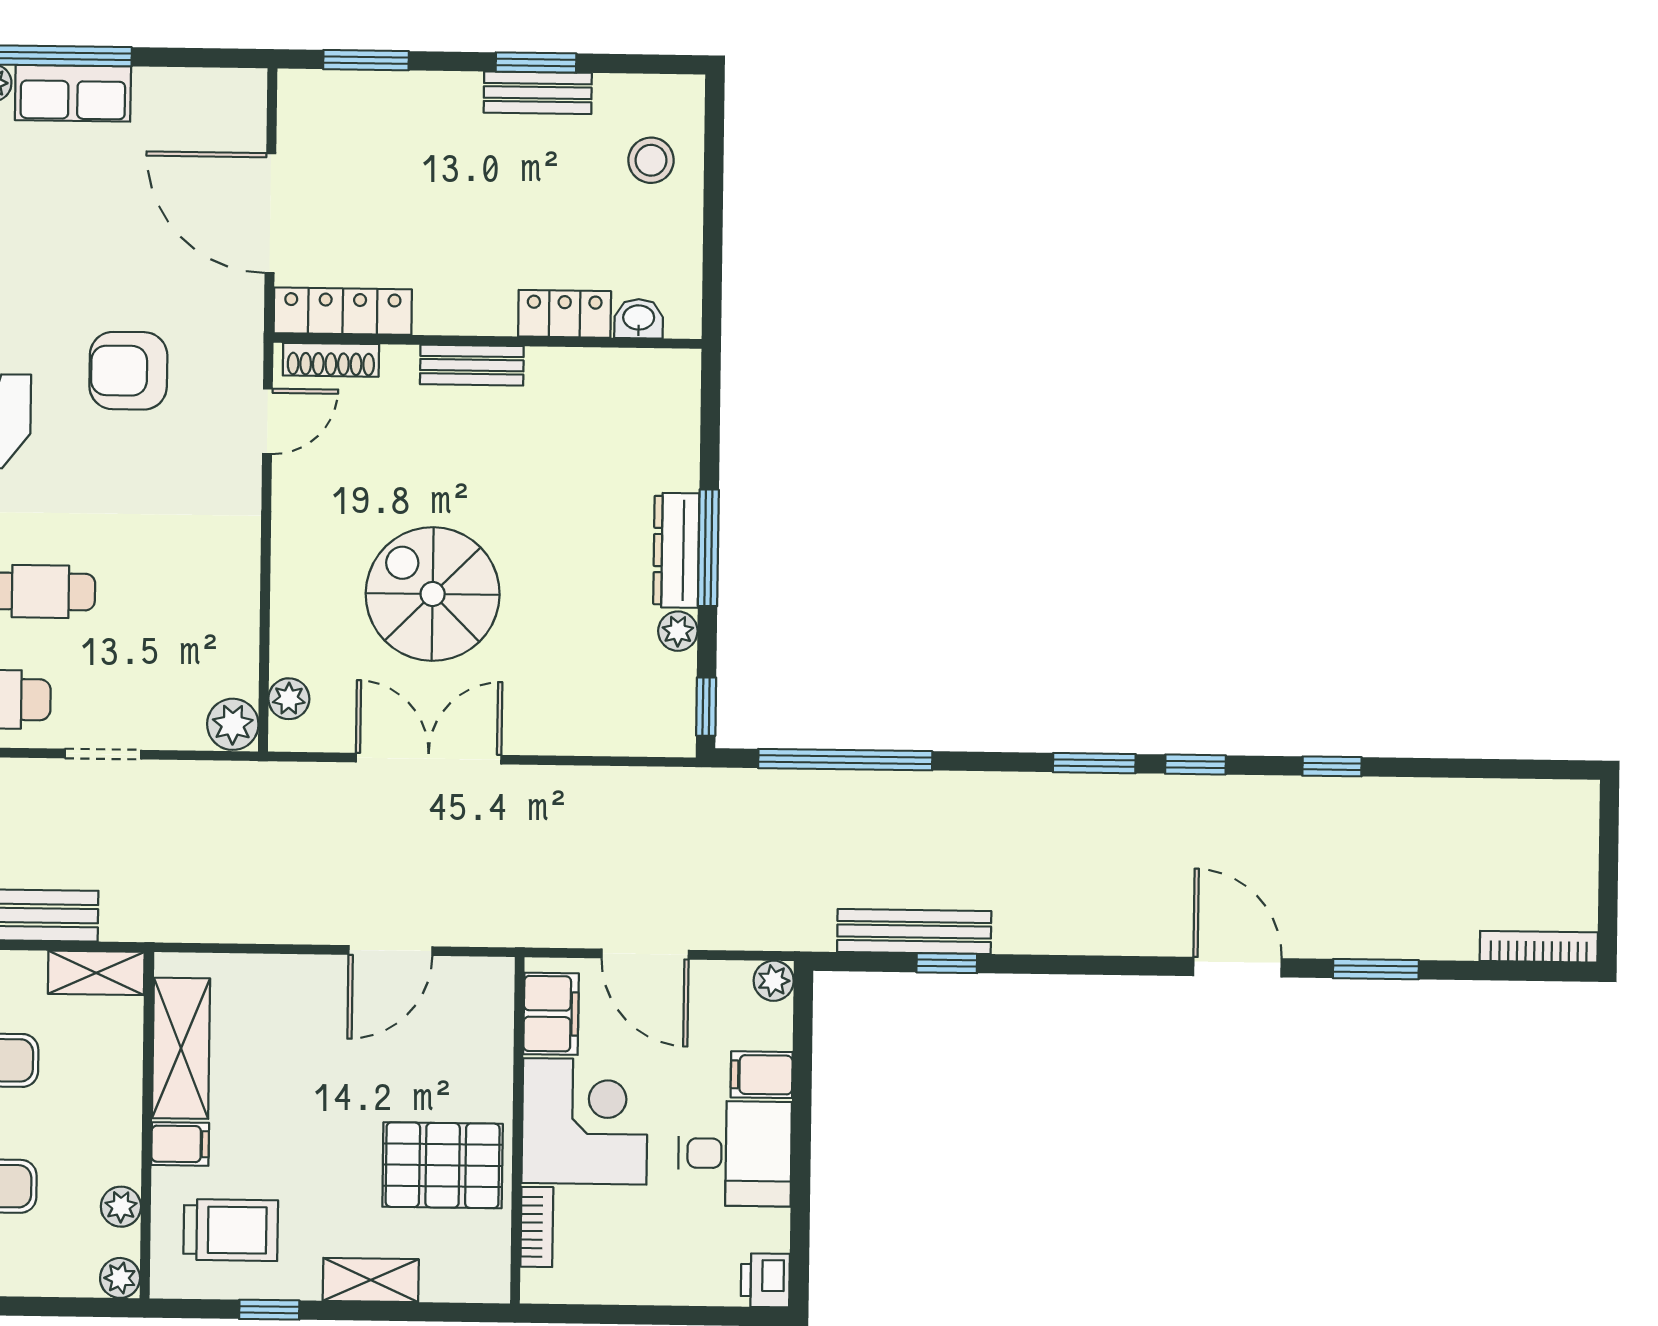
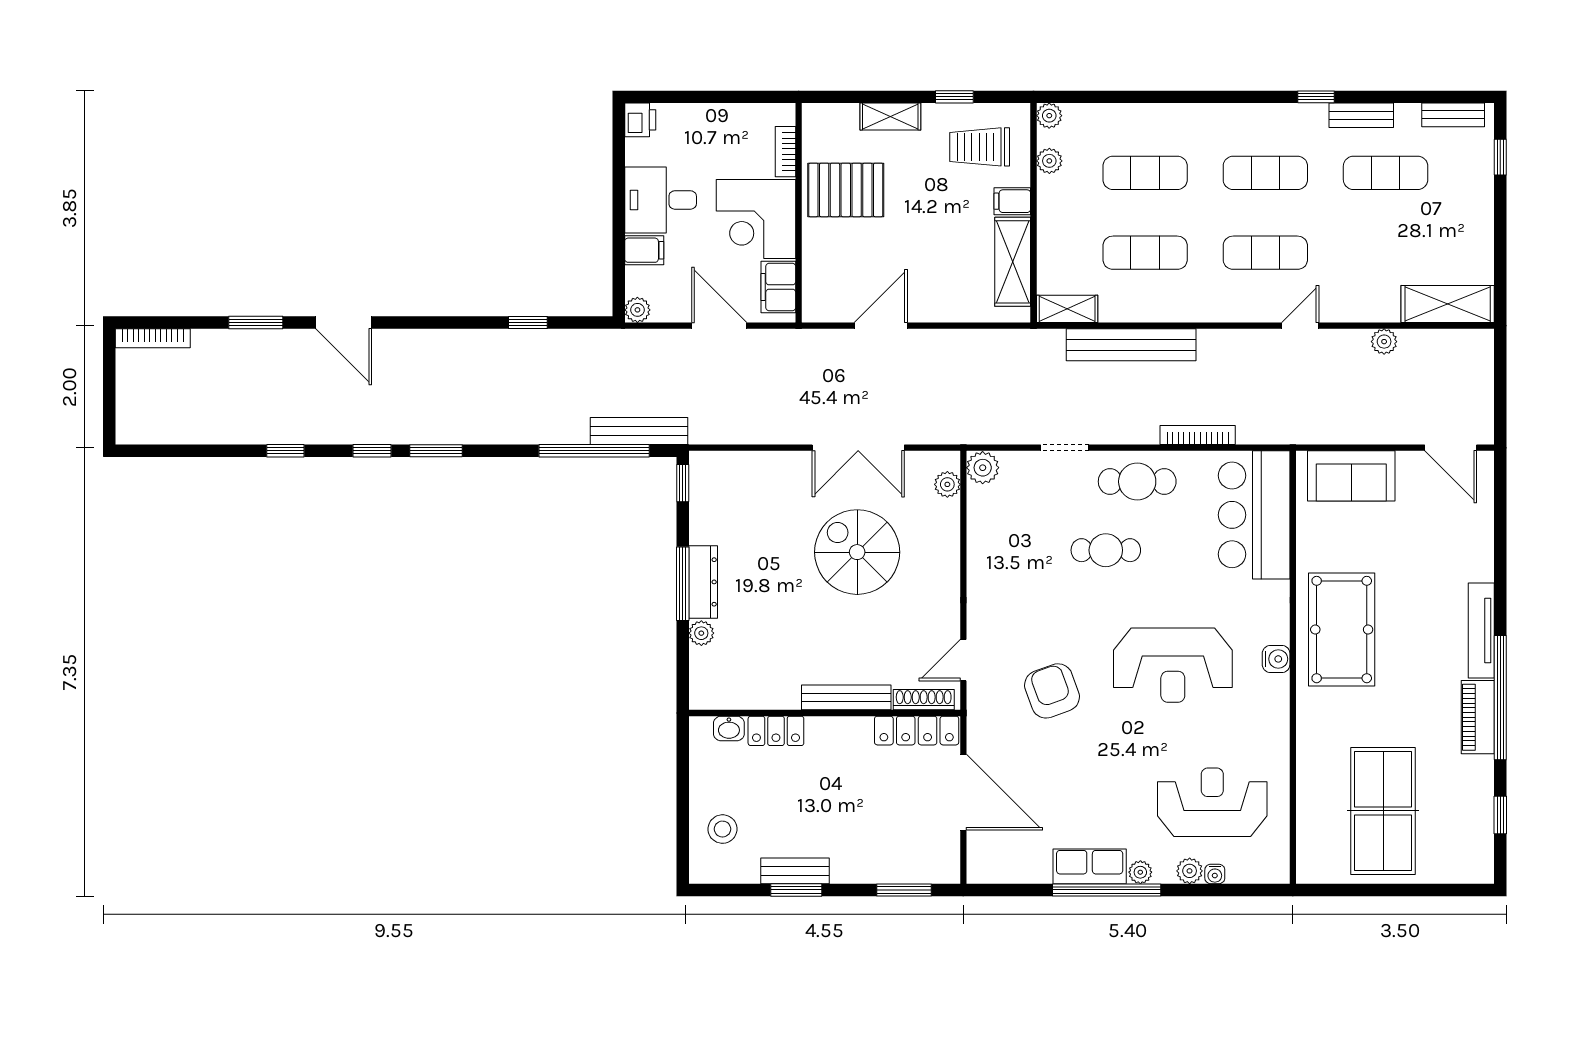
bench: (472, 365) -> (846, 697), width x1.36
armchair: (128, 371) -> (1052, 691), turned -110
spiral stairs: (433, 594) -> (857, 552), turned 180
plant: (678, 631) -> (701, 633), moved
bench: (914, 932) -> (639, 431), moved

